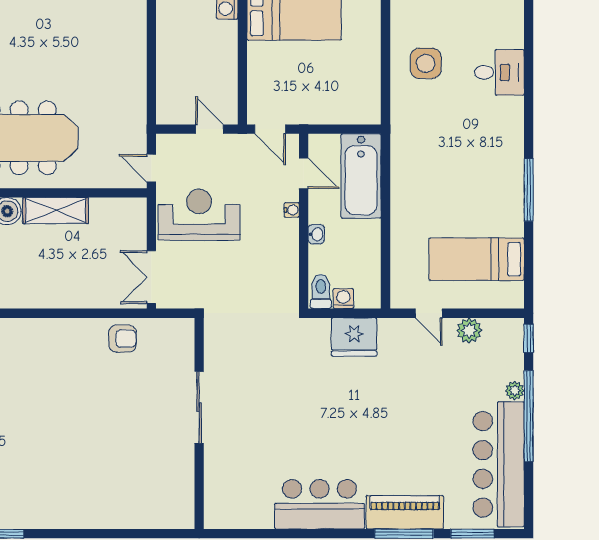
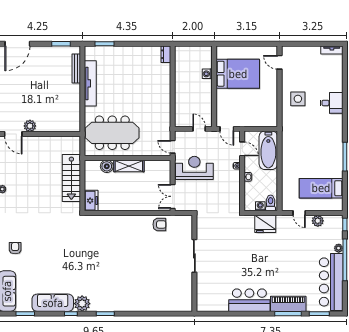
toilet: (321, 291) -> (271, 203), moved

